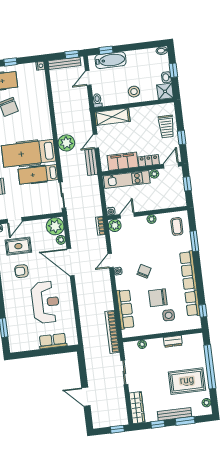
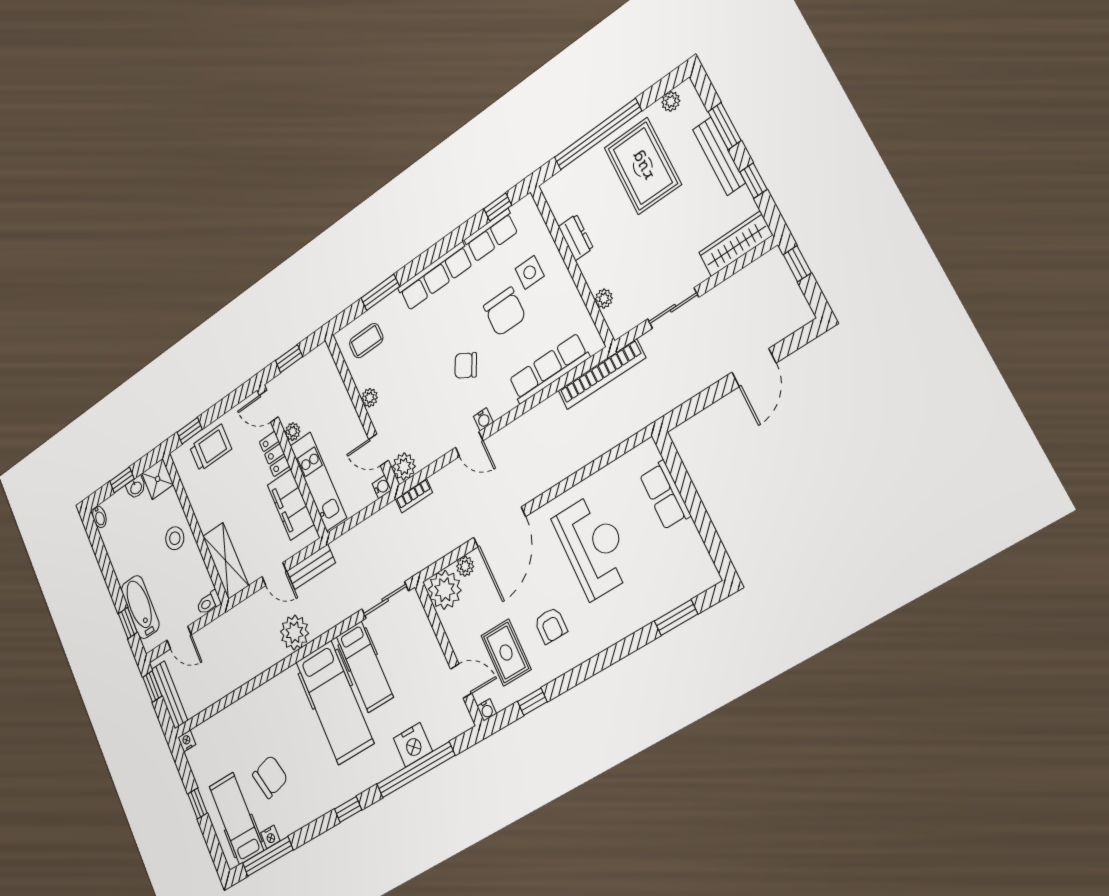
window: (182, 138) -> (190, 431), moved
reception desk: (45, 302) -> (593, 546), turned 90

